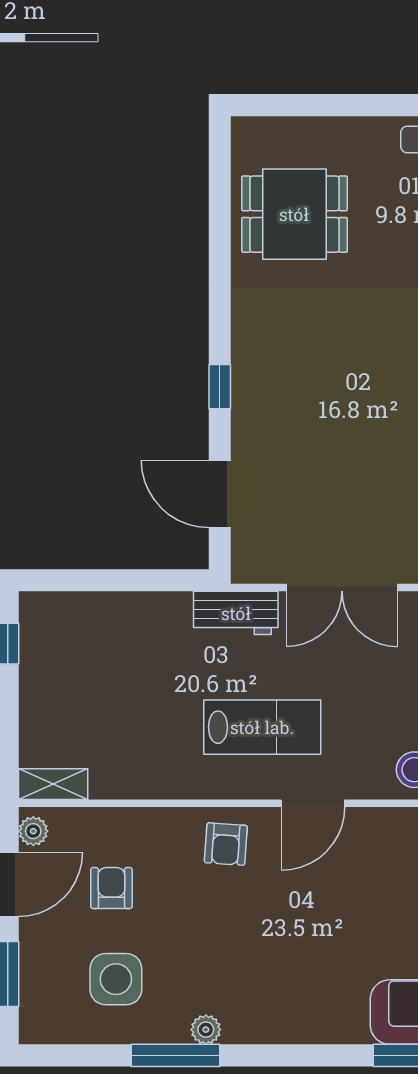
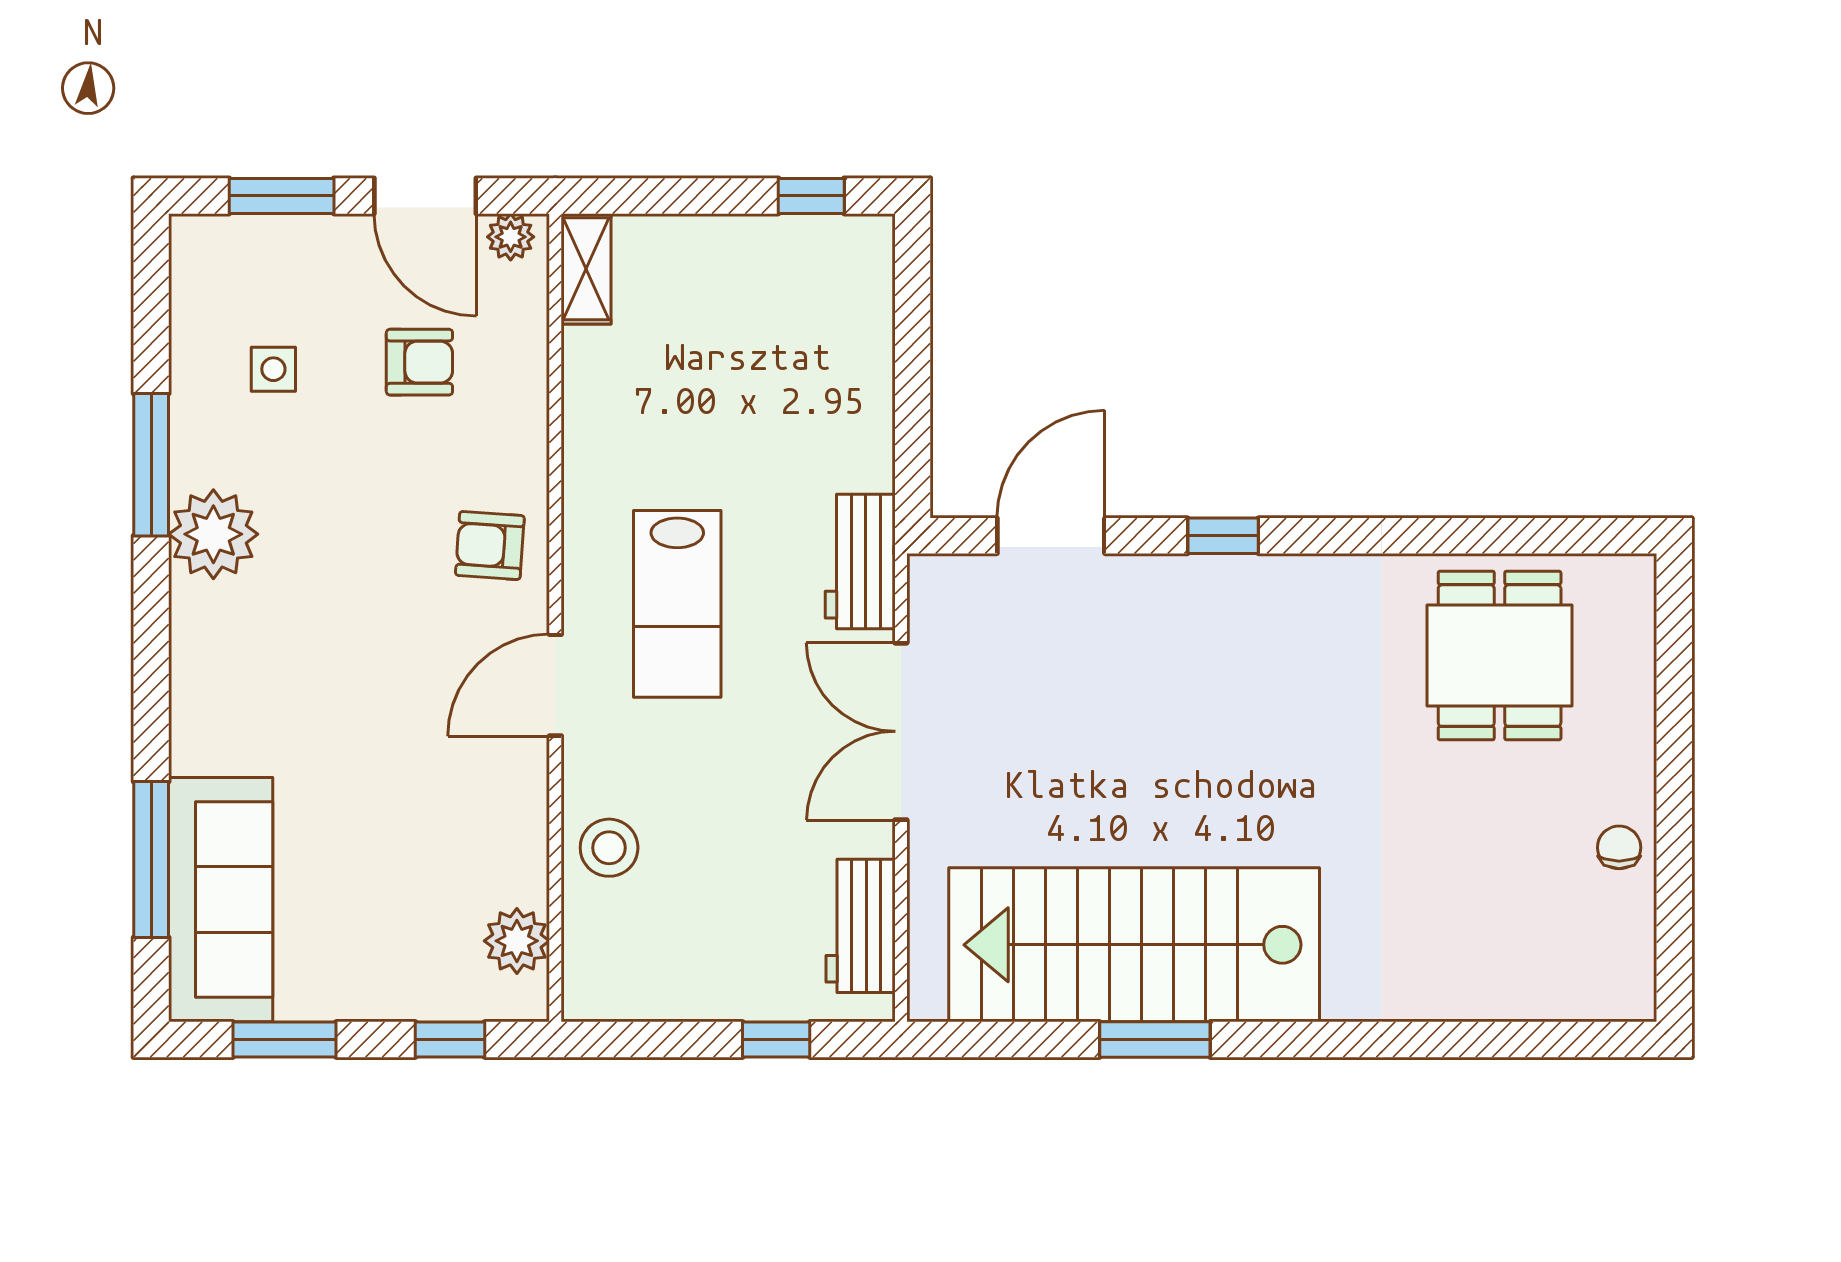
door: (313, 803) -> (555, 685), hinge flipped
side table: (116, 979) -> (273, 369), width x0.54, depth x0.54
plant: (206, 1030) -> (213, 534), width x1.88, depth x1.88

